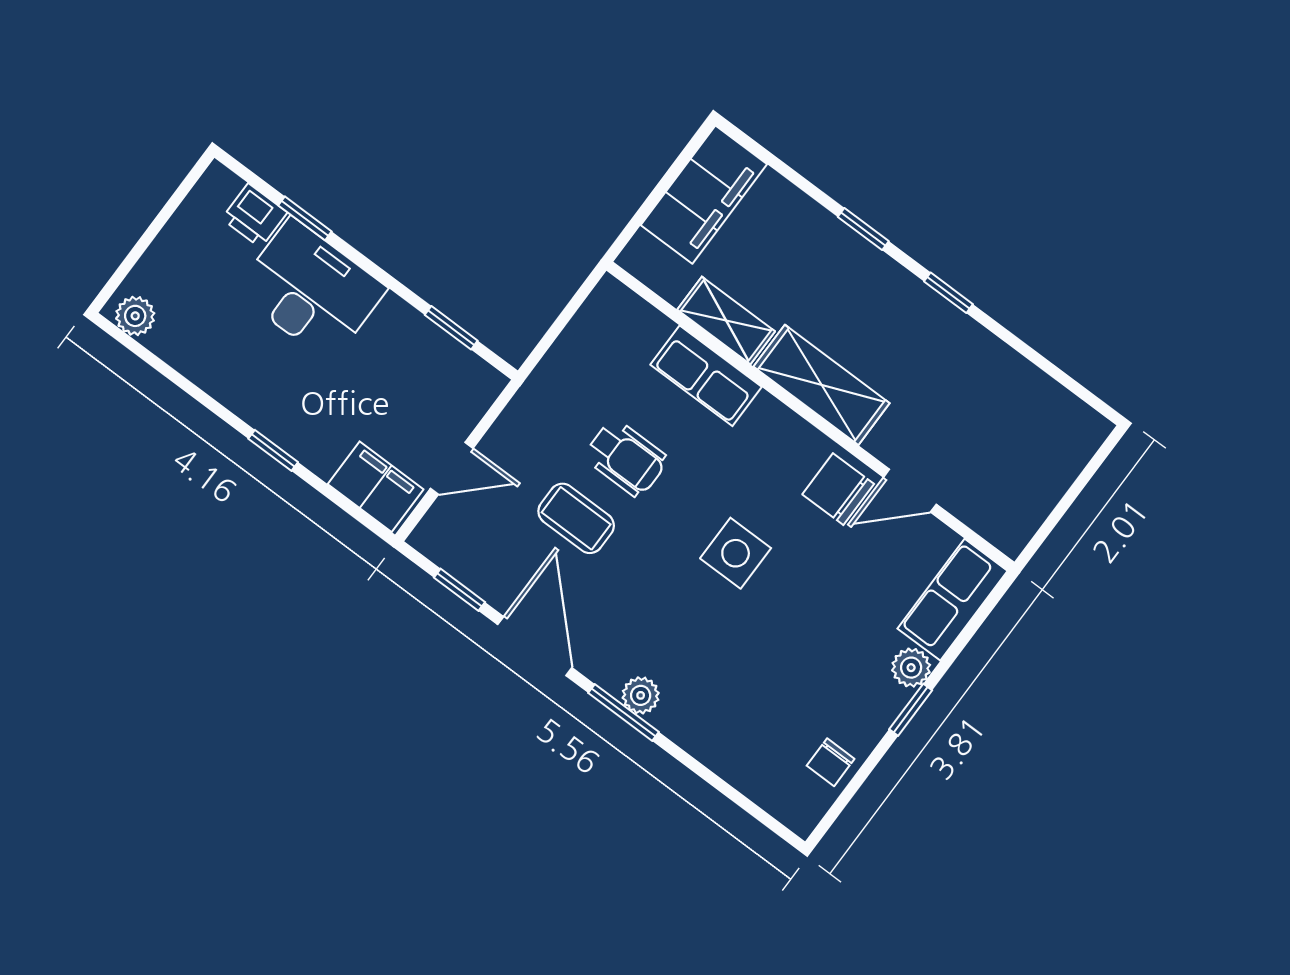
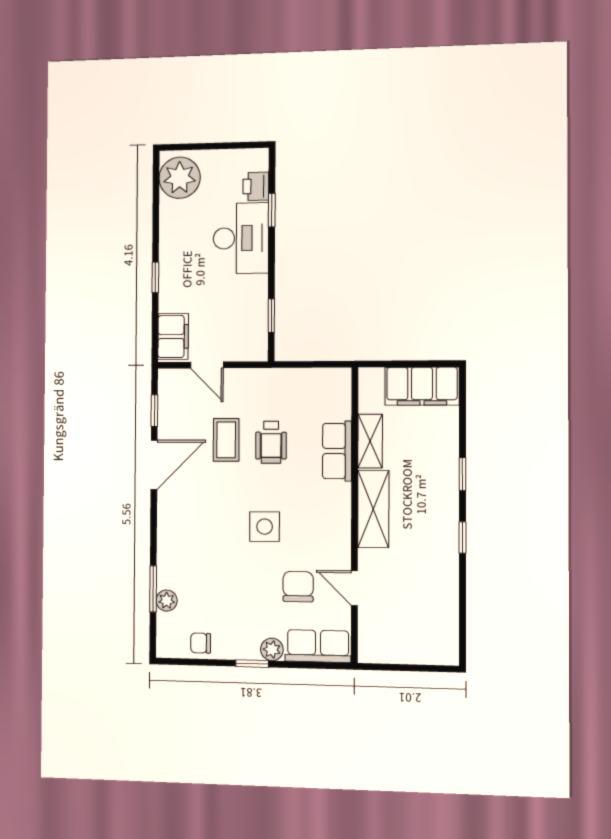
plant: (135, 316) -> (180, 178), width x1.87, depth x1.87
chair: (838, 489) -> (298, 587), moved
plant: (641, 695) -> (167, 601), moved
window: (623, 712) -> (153, 589), moved

